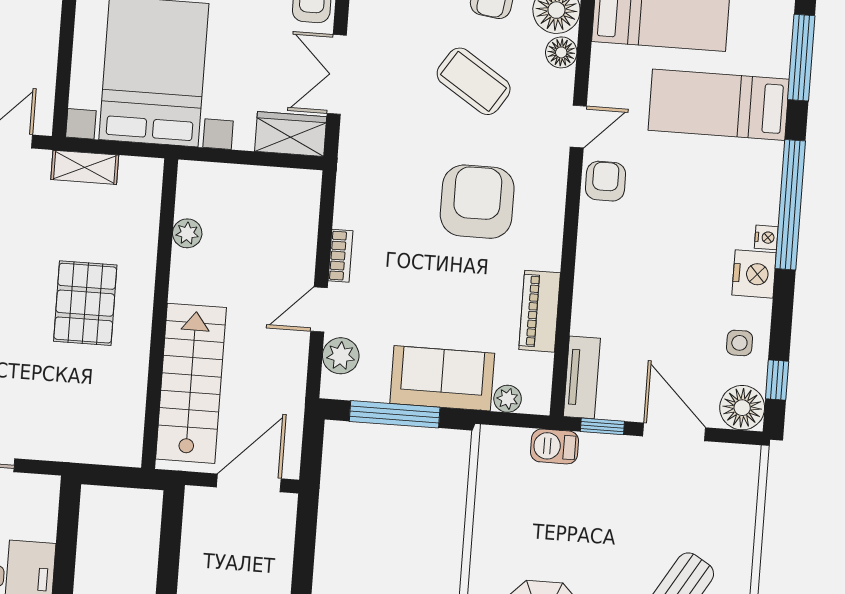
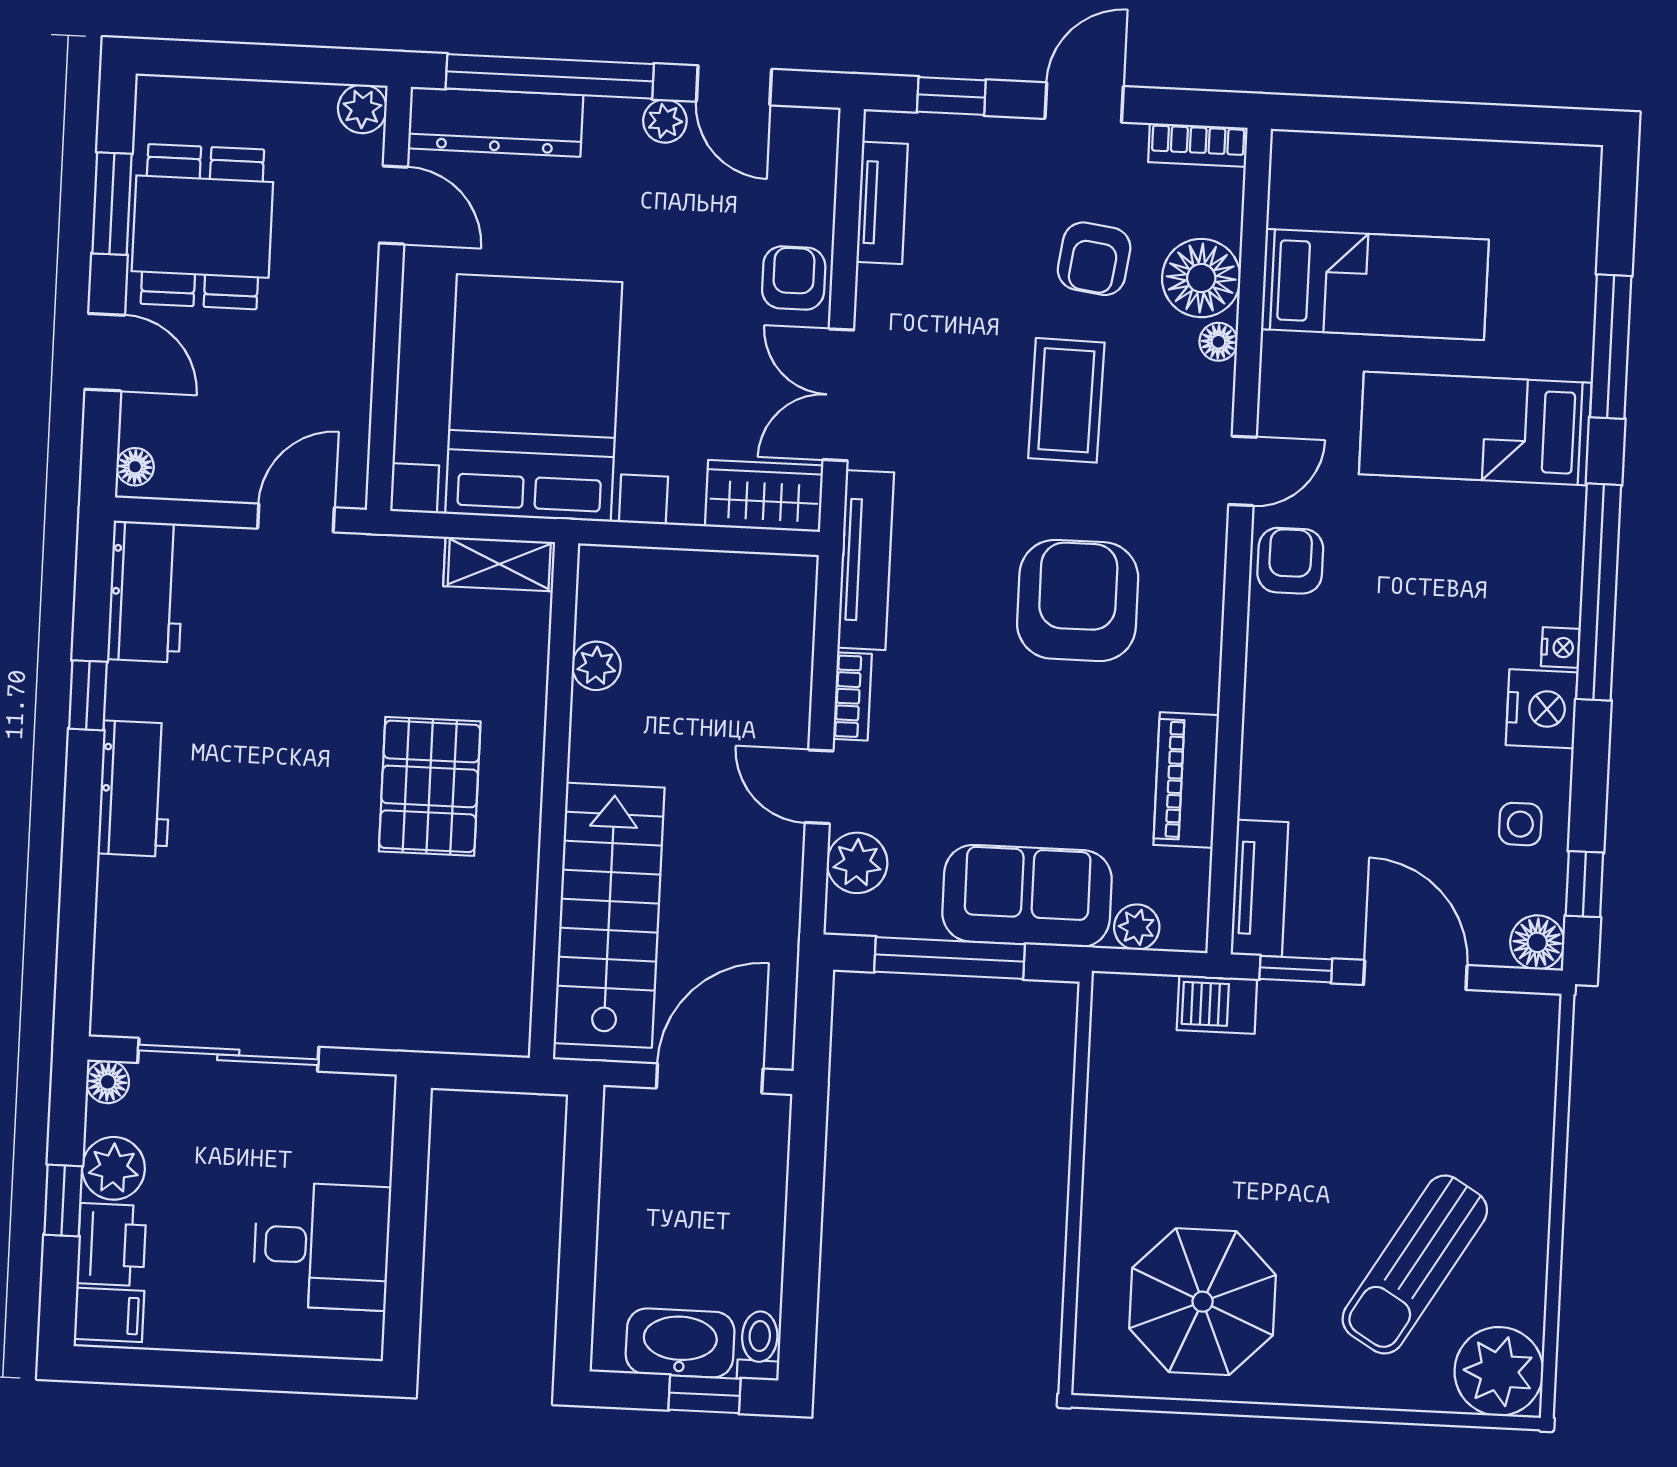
floor lamp: (561, 52) -> (1218, 342), width x0.73, depth x0.73
coffee table: (474, 81) -> (1066, 400), turned 58
shelving: (85, 167) -> (499, 564), moved
tv unit: (351, 174) -> (866, 560), added
door: (319, 309) -> (819, 787), hinge flipped
floor lamp: (742, 408) -> (1537, 942), width x0.73, depth x0.73

